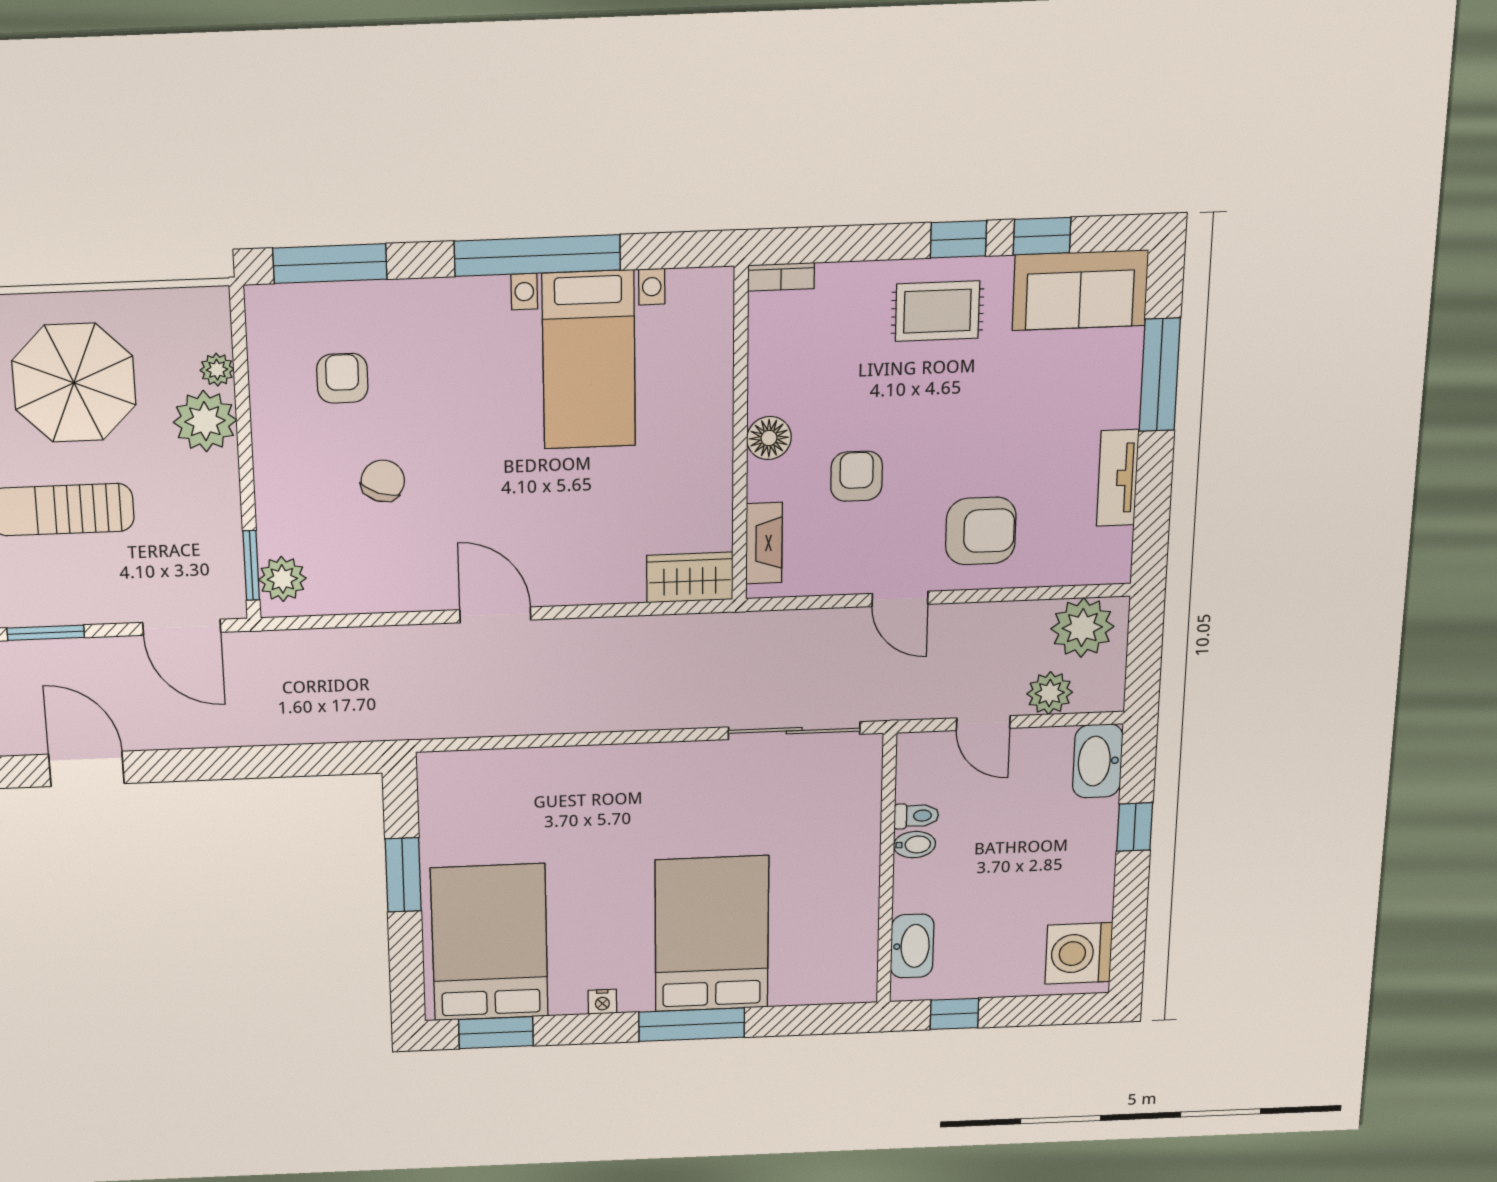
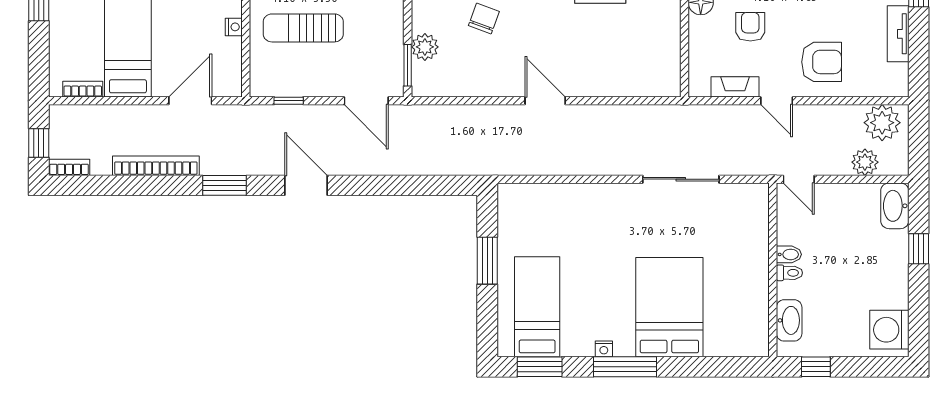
fireplace: (764, 543) -> (735, 87), moved, turned -90
wardrobe: (690, 577) -> (656, 83), removed
plant: (282, 579) -> (425, 47), moved
window: (46, 633) -> (289, 101), width x0.67
door: (983, 723) -> (799, 179), moved
sliding door: (794, 731) -> (681, 179), moved
toilet: (916, 816) -> (789, 273), moved
bed: (490, 943) -> (537, 307), width x0.67
window: (692, 1025) -> (625, 367), moved

